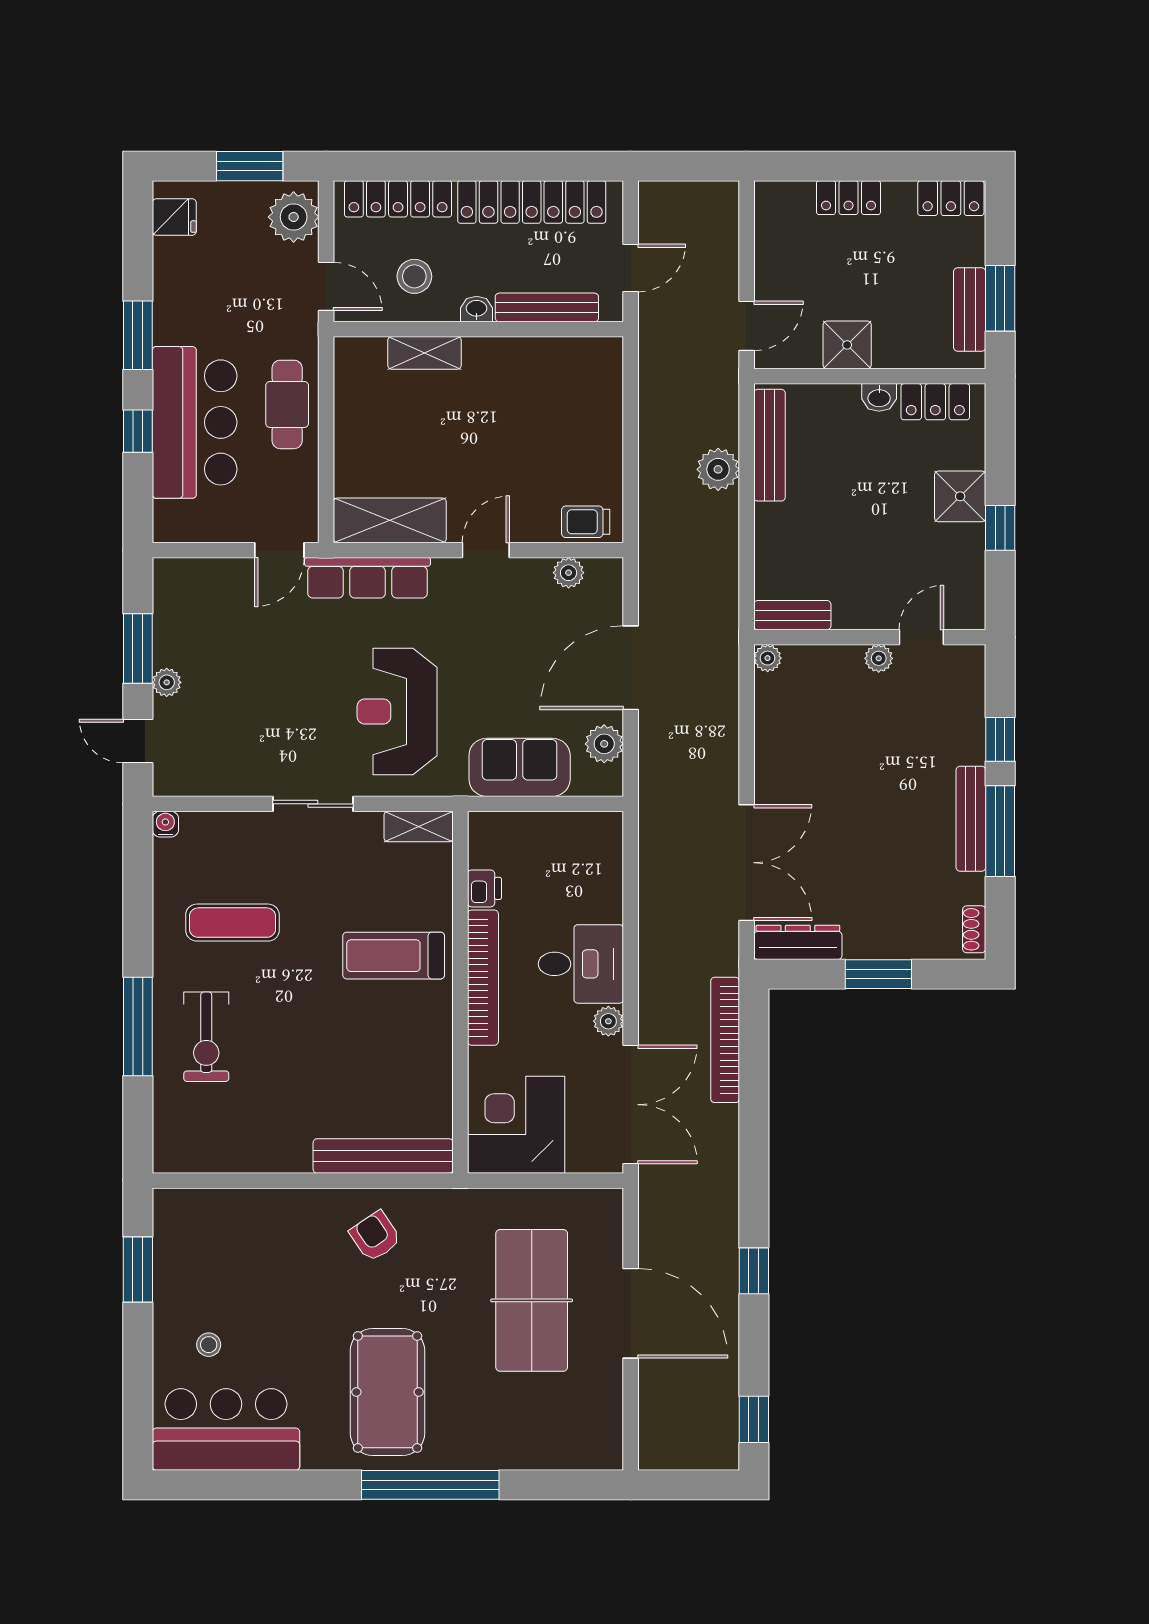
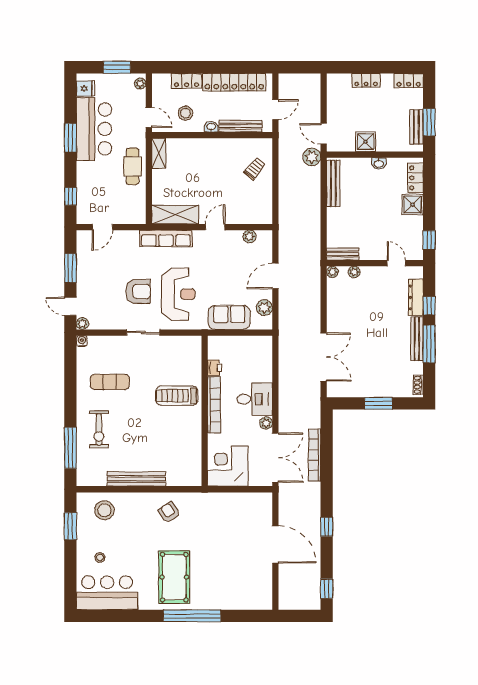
locker: (398, 199) -> (187, 81), width x0.66
plant: (294, 217) -> (140, 84), width x0.53, depth x0.53
door: (747, 326) -> (324, 134), swing flipped
shelving: (424, 353) -> (159, 153), moved, turned 90
locker: (935, 402) -> (415, 178), moved, turned 90
bar counter: (195, 422) -> (94, 129), moved
window: (138, 431) -> (70, 196), moved
plant: (718, 469) -> (312, 157), moved
trolley: (586, 522) -> (255, 169), moved, turned 129
window: (1000, 528) -> (429, 240), moved
door: (279, 550) -> (102, 227), moved
door: (921, 637) -> (396, 263), hinge flipped
plant: (879, 658) -> (354, 272), moved
door: (631, 668) -> (275, 276), width x0.73
plant: (167, 682) -> (82, 324), moved
armchair: (300, 705) -> (138, 291), added
reception desk: (397, 711) -> (178, 294), turned 180
shelving: (419, 826) -> (187, 342), removed
dresser: (798, 942) -> (416, 297), moved, turned -90
window: (138, 1026) -> (70, 448), moved
bookcase: (725, 1040) -> (315, 455), moved
bench: (383, 1156) -> (136, 479), moved
stool: (219, 1231) -> (104, 510), added
table tennis table: (532, 1300) -> (234, 539), removed

